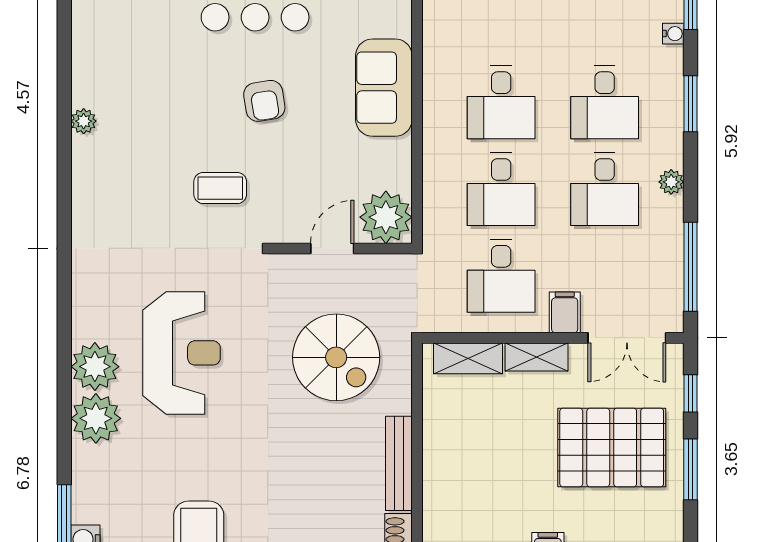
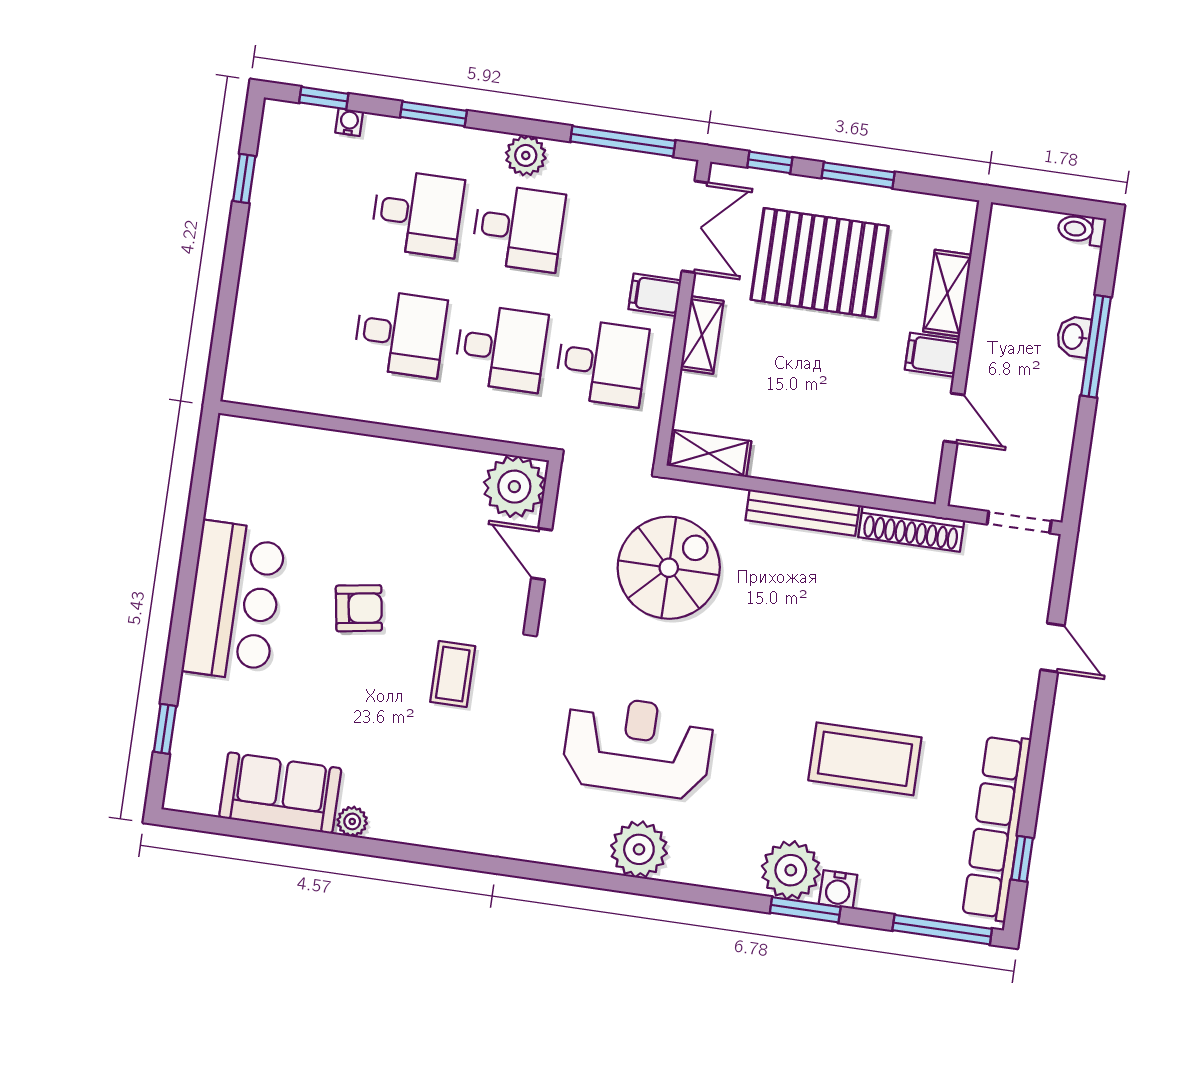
sofa: (384, 88) -> (280, 793), moved, turned 180
plant: (671, 182) -> (526, 155), width x1.38, depth x1.38
shelving: (468, 358) -> (709, 453), moved, turned 90
plant: (96, 418) -> (791, 870), moved
pallet: (612, 448) -> (820, 263), turned 90

